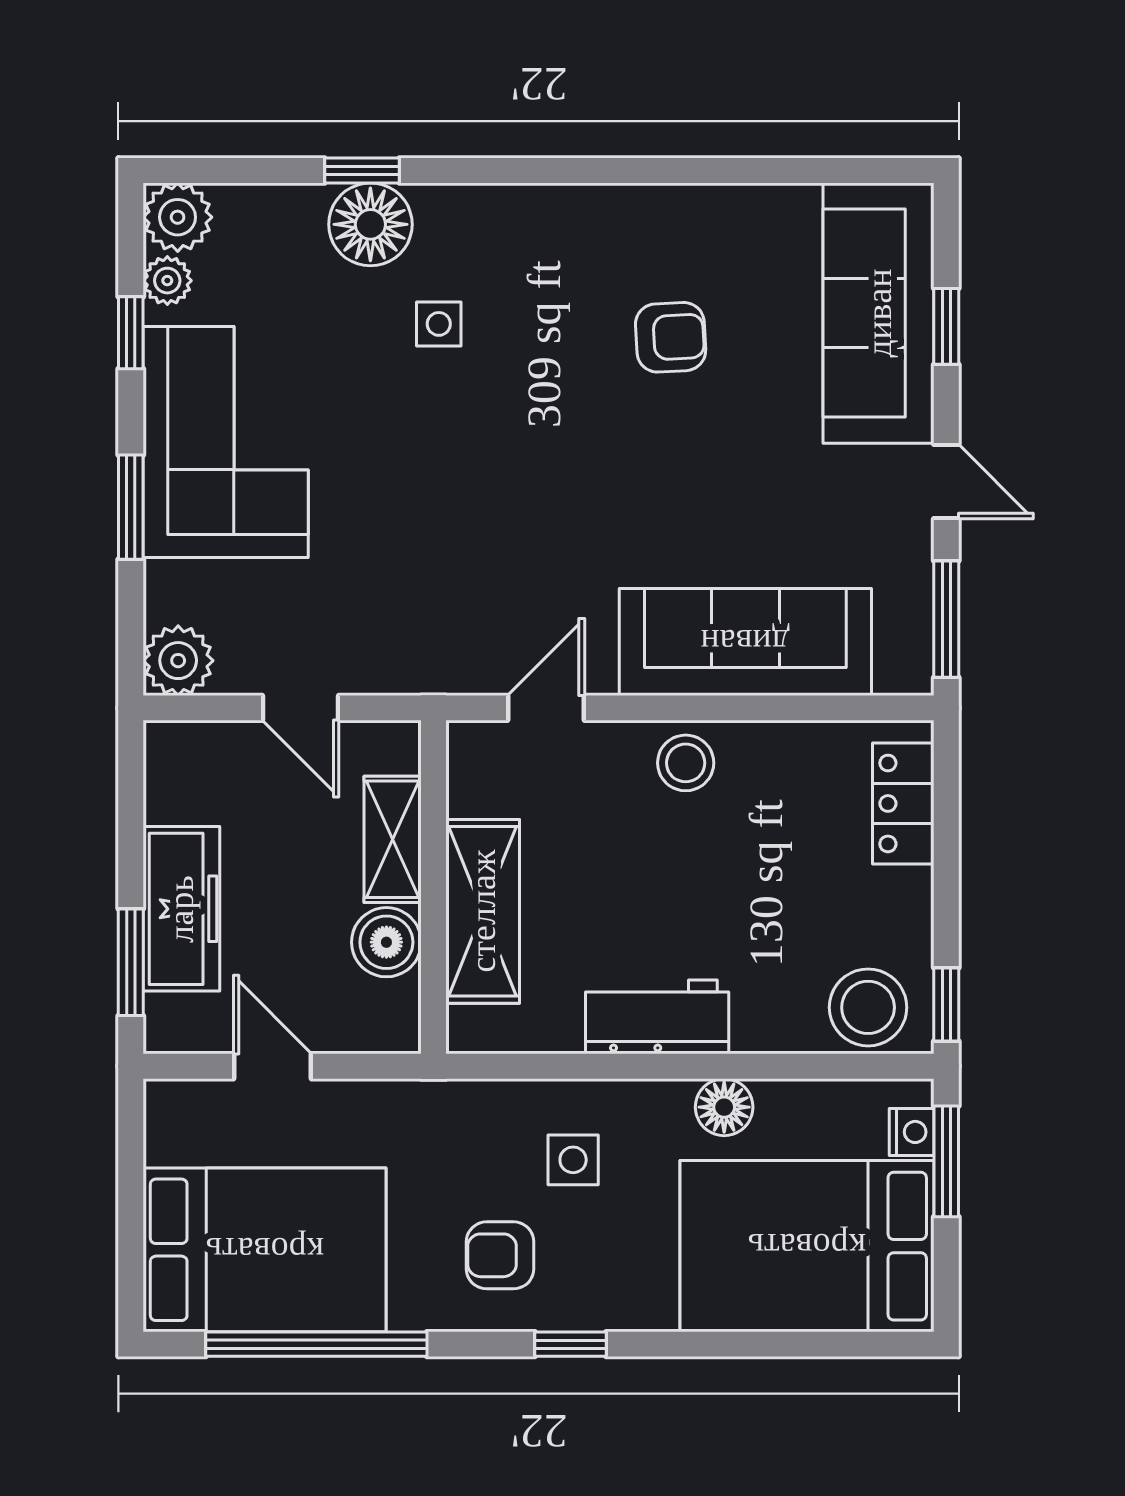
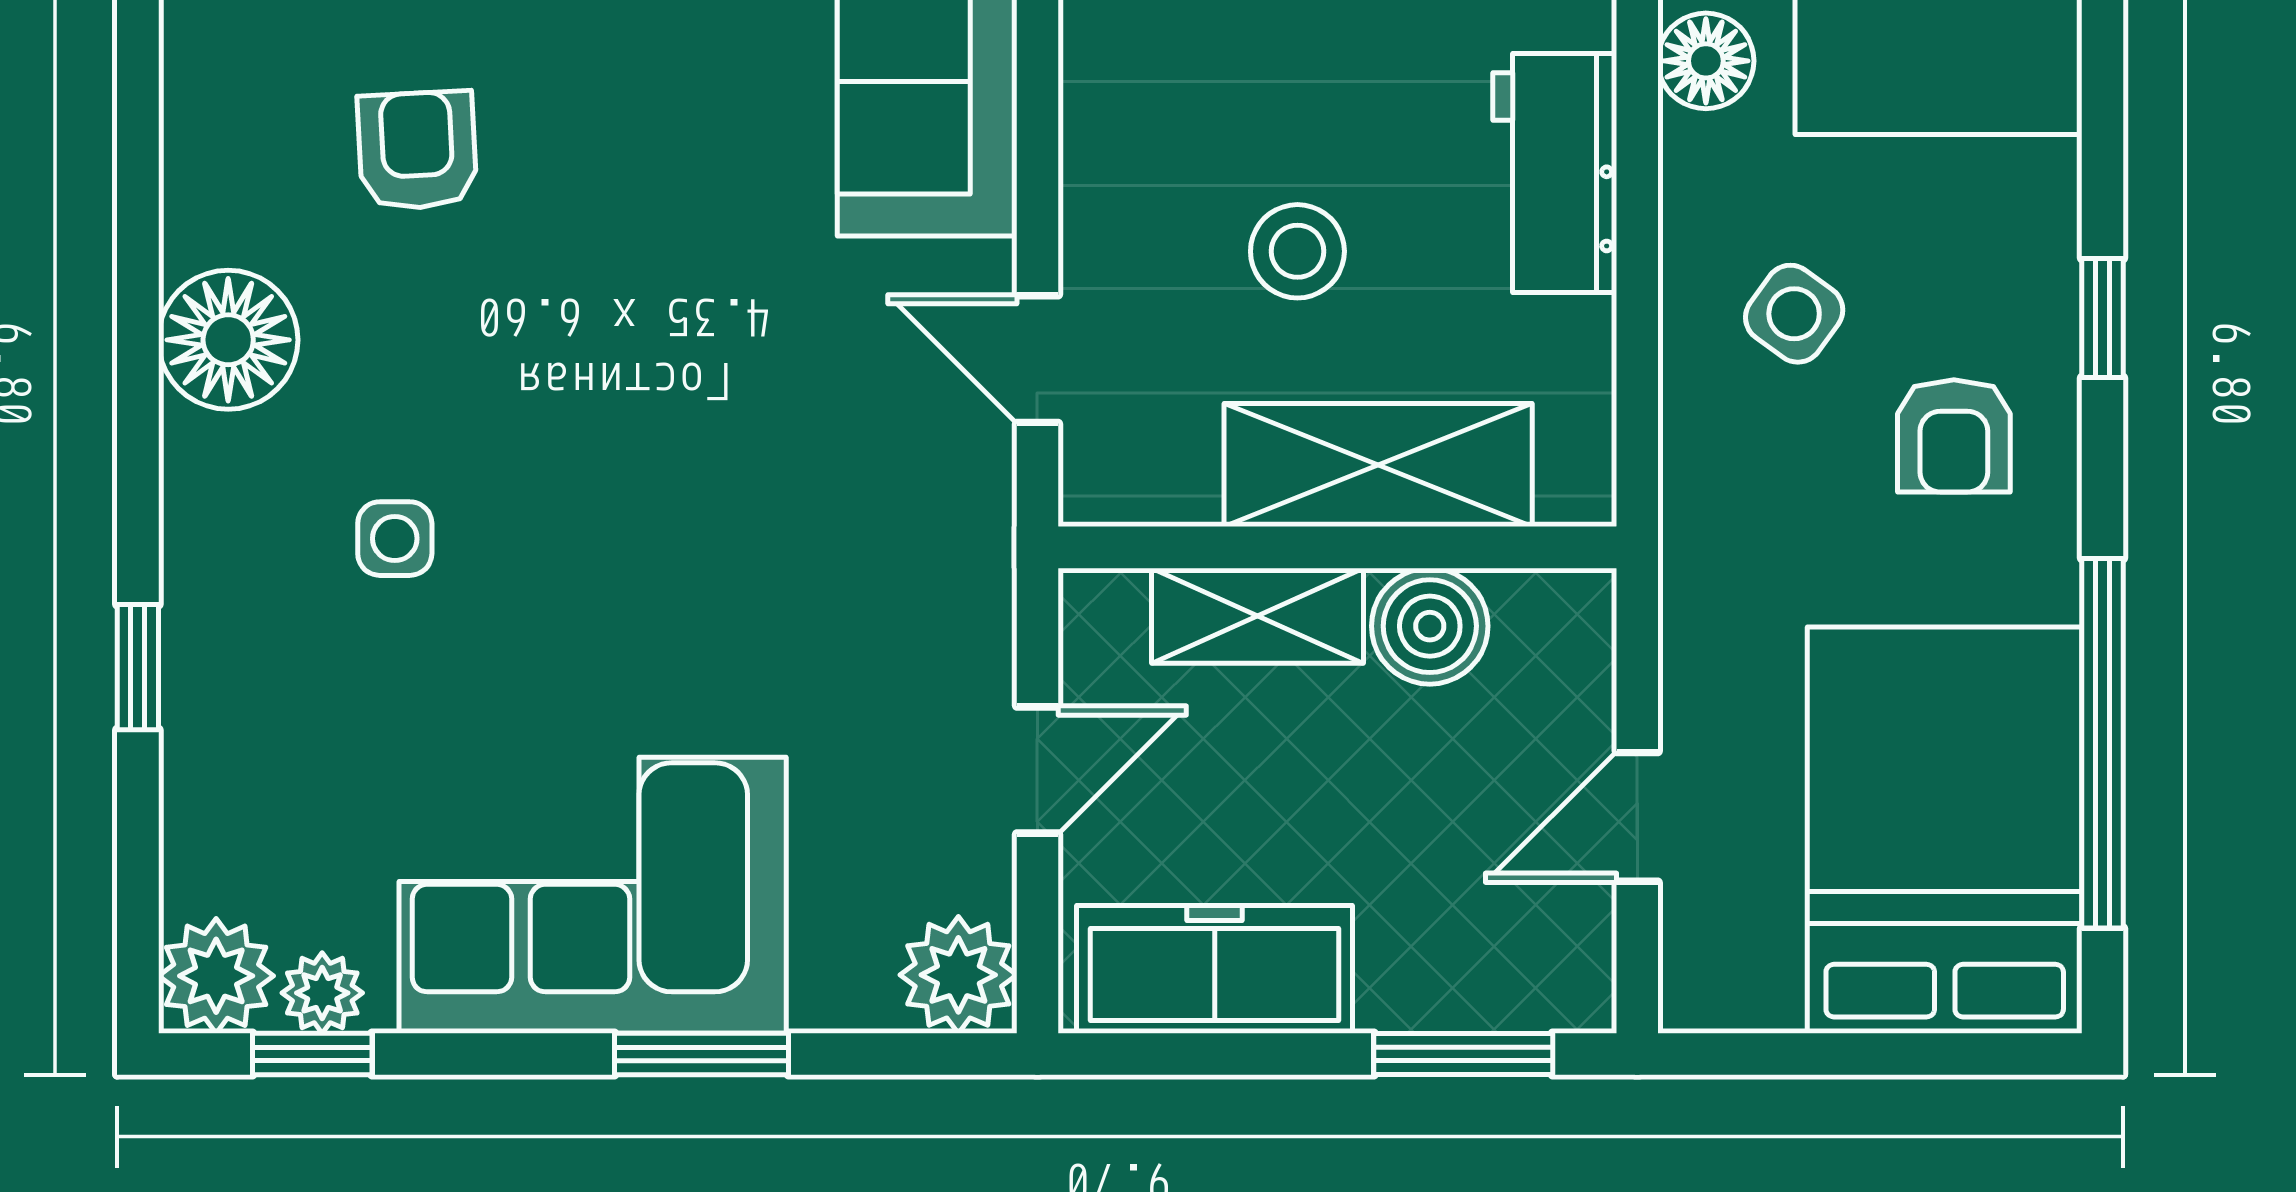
floor lamp: (370, 224) -> (228, 340), moved
window: (131, 333) -> (312, 1054), moved
stool: (686, 763) -> (1297, 251), moved
freezer: (181, 909) -> (1215, 969), moved
side table: (573, 1160) -> (1794, 314), turned 36

